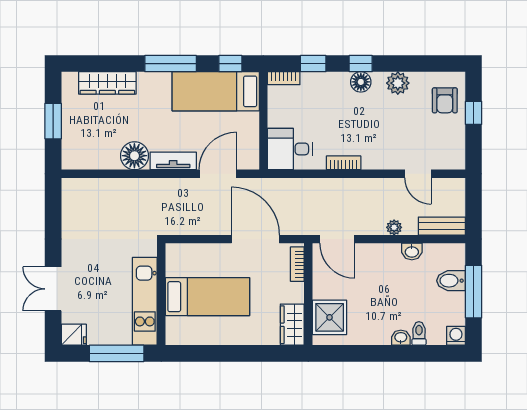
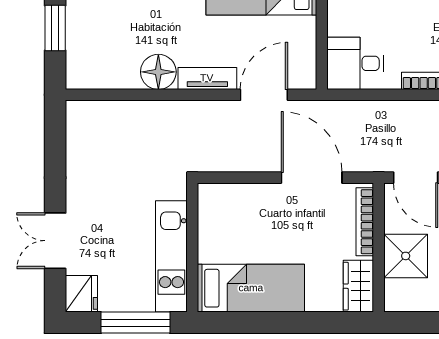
bookcase: (297, 264) -> (365, 222), width x1.56
bed: (207, 297) -> (251, 288), moved
shower: (330, 317) -> (406, 256), moved
fridge: (74, 335) -> (81, 294), width x1.38

